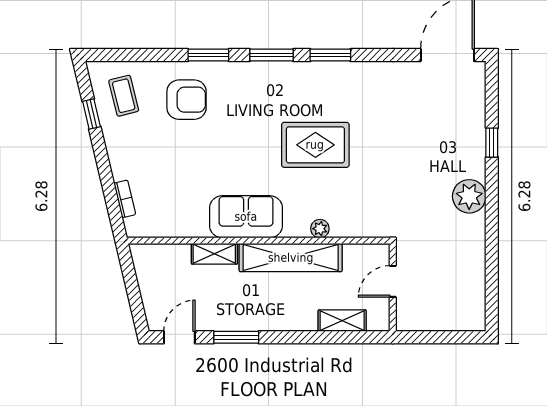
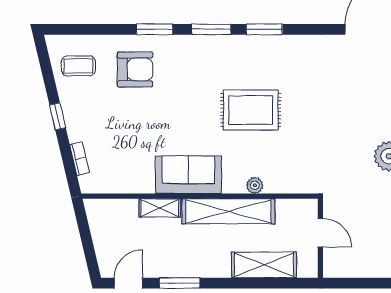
coffee table: (124, 96) -> (78, 66), turned -76
window: (92, 114) -> (58, 116), moved
door: (393, 281) -> (320, 233), swing flipped
shelving: (342, 321) -> (264, 265), width x1.50, depth x1.33

